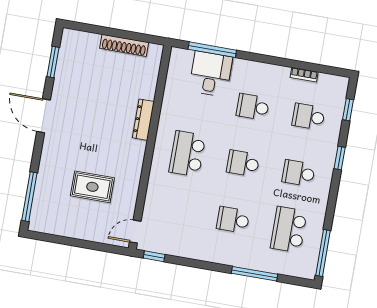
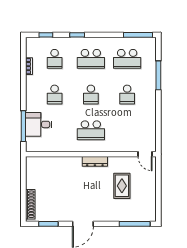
shoe rack: (124, 45) -> (30, 204), moved
dresser: (143, 120) -> (95, 161), moved
school desk: (299, 173) -> (91, 59), width x1.85
window: (154, 256) -> (158, 140), removed

